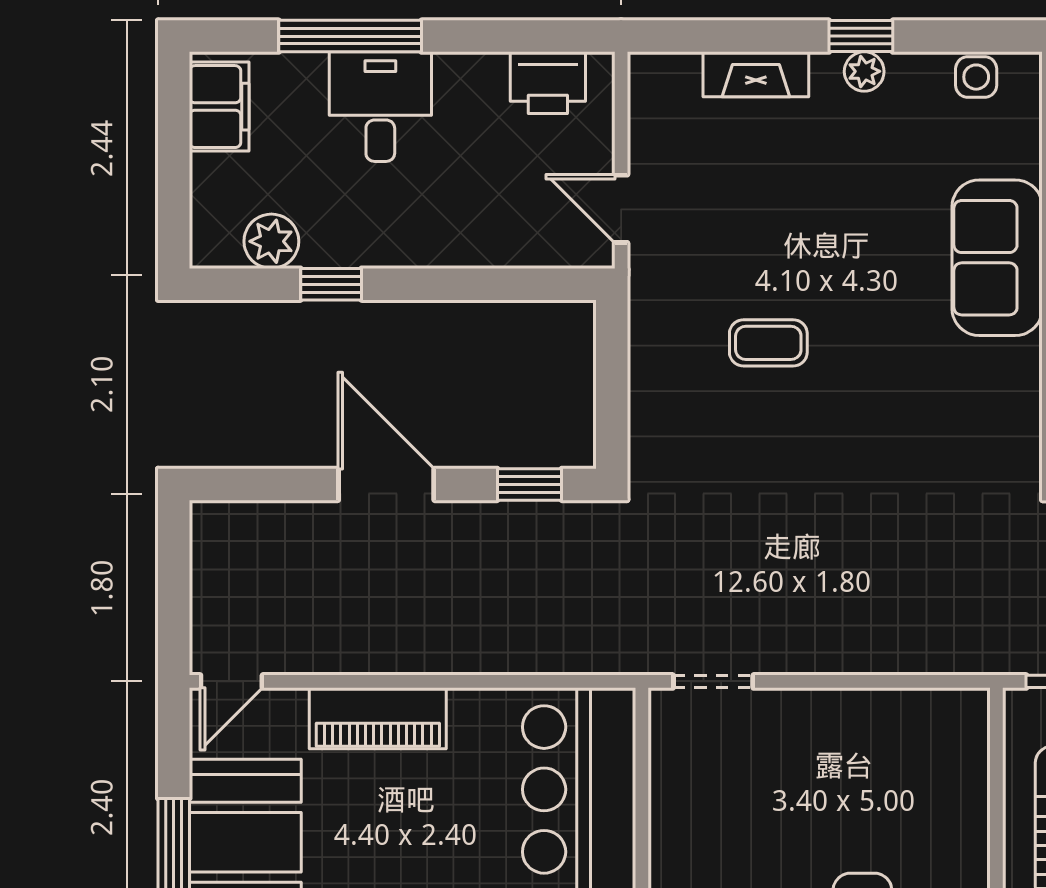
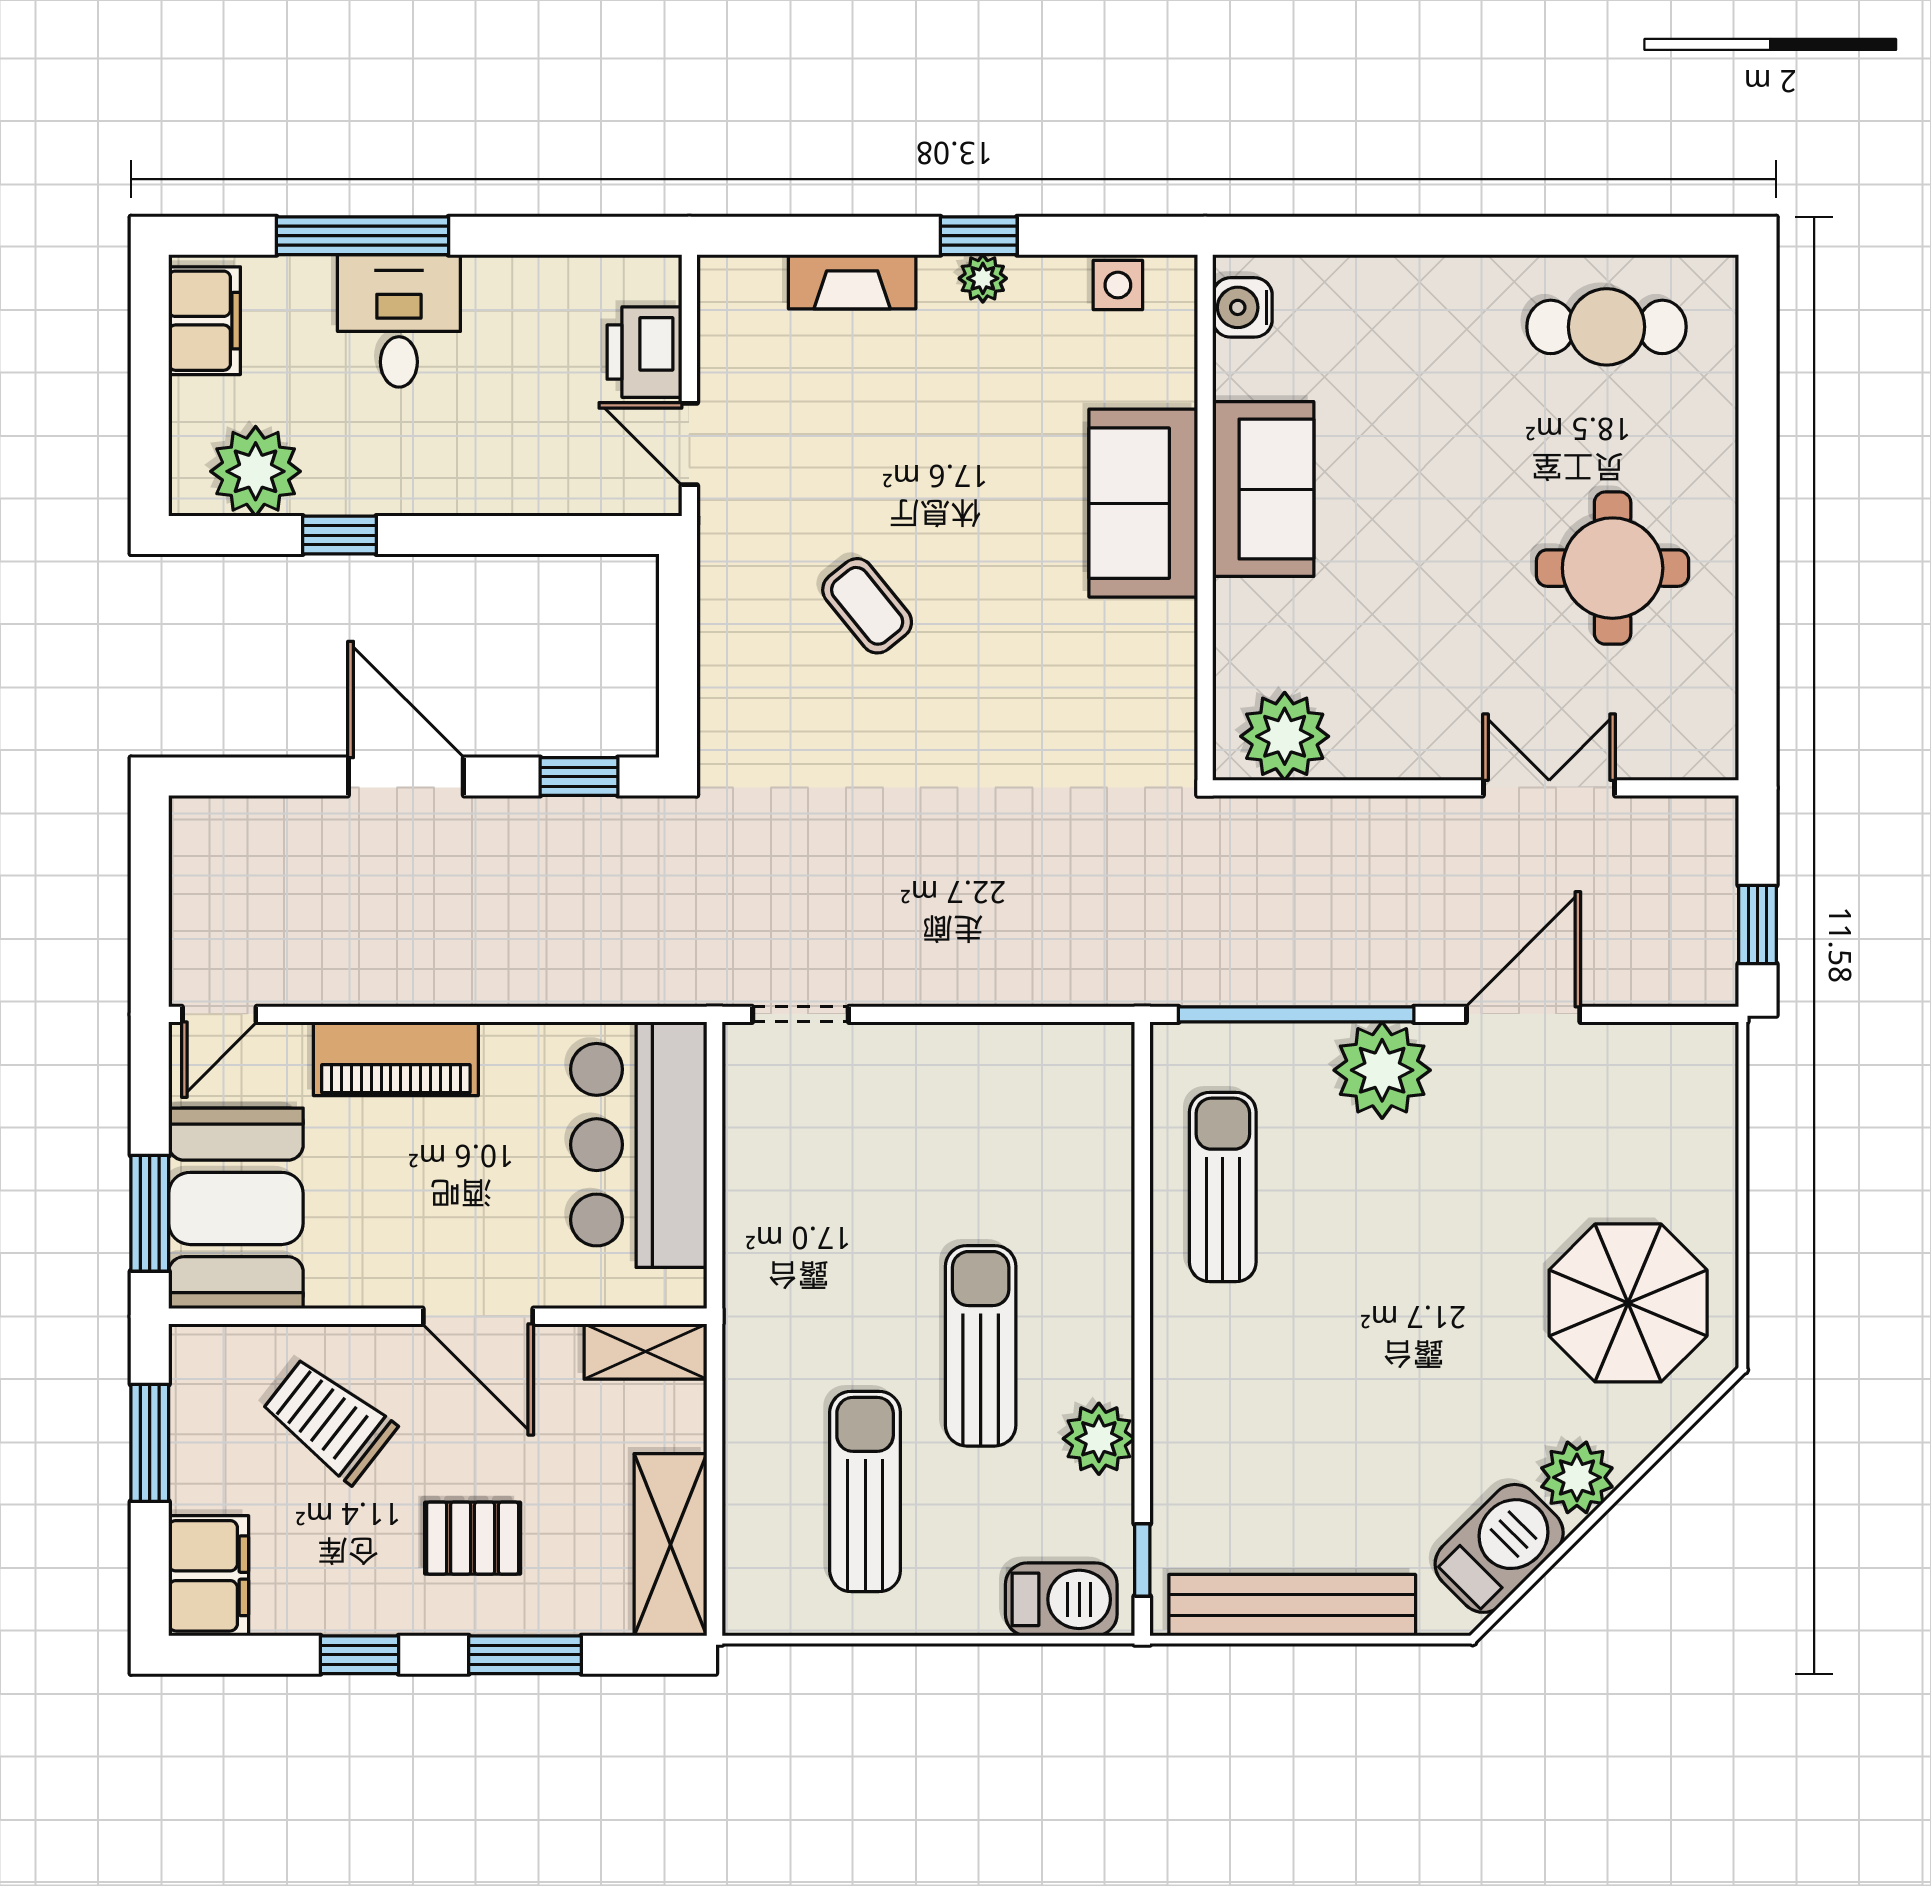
printer: (548, 83) -> (644, 352), moved, turned 90
plant: (271, 241) -> (256, 471), width x1.36, depth x1.36
coffee table: (768, 343) -> (867, 606), turned 51

